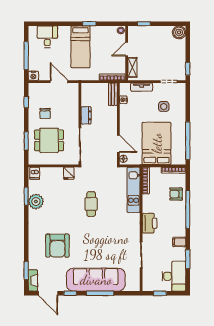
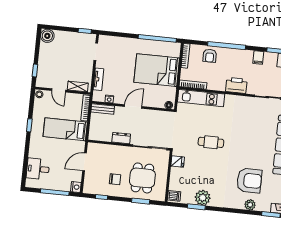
bed: (80, 47) -> (65, 129), moved, turned 180
side table: (164, 107) -> (120, 59), removed
door: (118, 144) -> (133, 106), moved
plant: (34, 249) -> (250, 205), added

